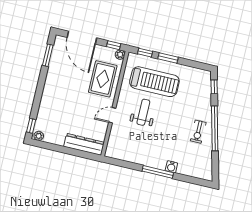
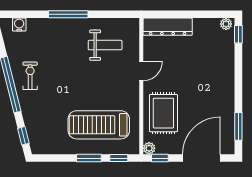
door: (82, 38) -> (201, 158), hinge flipped
weight bench: (143, 112) -> (105, 45), moved, turned -90
water cooler: (171, 167) -> (19, 25), moved

